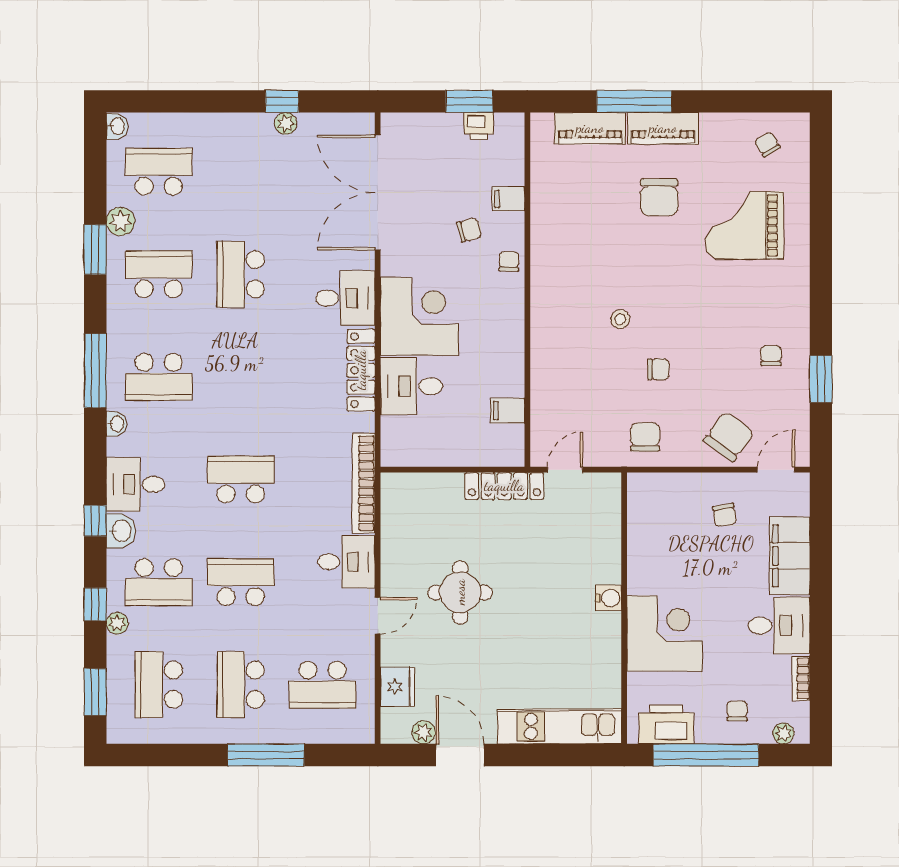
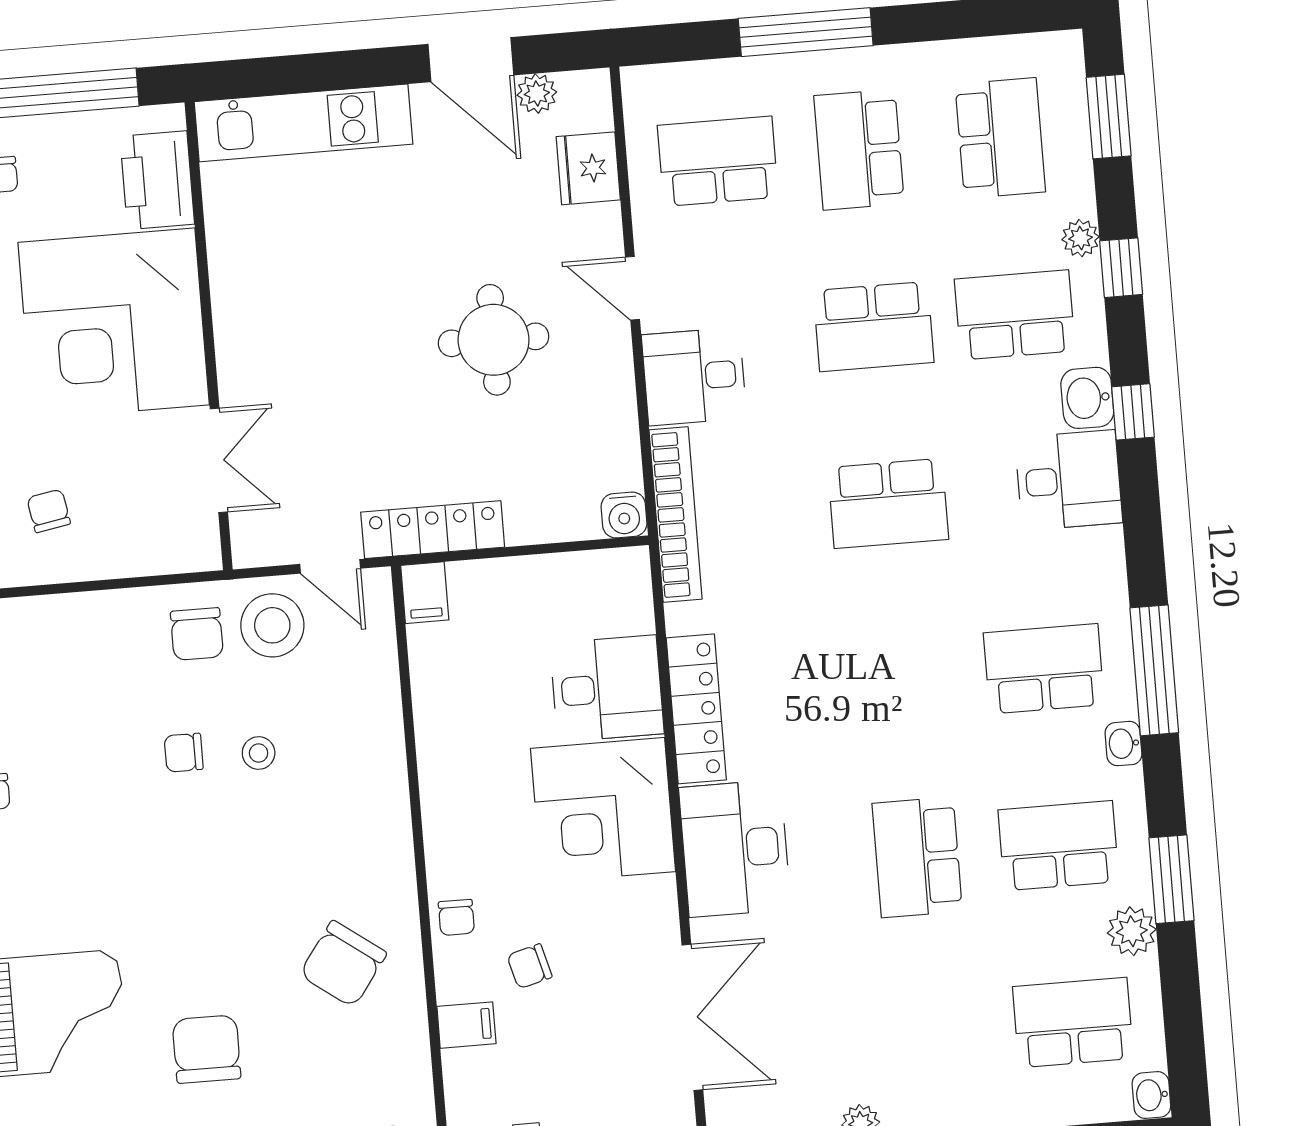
school desk: (159, 172) -> (1073, 1023), turned 180
double door: (378, 193) -> (692, 1017), width x0.73
school desk: (159, 274) -> (1058, 846), turned 180
school desk: (241, 274) -> (917, 857), turned 180
desk: (345, 298) -> (735, 848), width x1.37
stool: (620, 319) -> (259, 753), moved
filing cabinet: (508, 411) -> (425, 593), moved, turned 90
washbasin: (116, 424) -> (1123, 744), moved
chair: (729, 437) -> (343, 964), moved
stool: (601, 438) -> (272, 625), added
door: (565, 470) -> (330, 566), hinge flipped
double door: (624, 536) -> (219, 460), added
water cooler: (609, 598) -> (624, 515), moved, turned -90
door: (378, 616) -> (632, 288), hinge flipped
corner desk: (665, 633) -> (114, 324), width x1.36, depth x1.36
school desk: (241, 685) -> (859, 150), turned 180
printer: (666, 724) -> (157, 180), moved, turned 90

